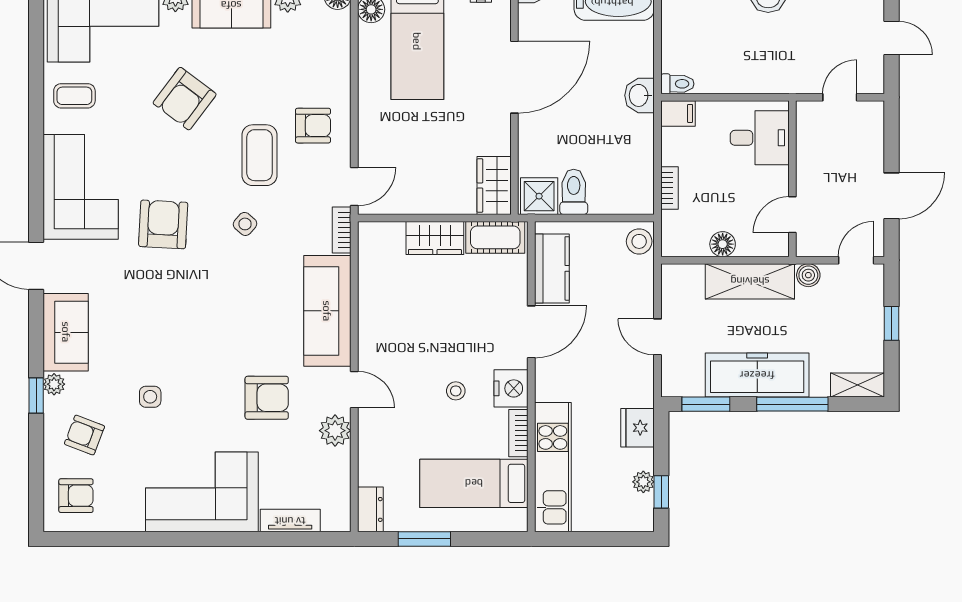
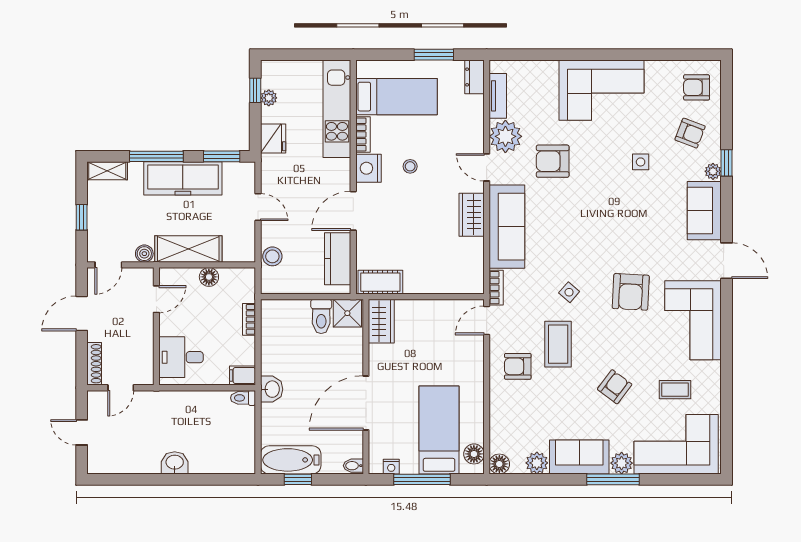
coffee table: (74, 96) -> (675, 390), moved
armchair: (185, 99) -> (615, 387), width x0.72, depth x0.72
shoe rack: (875, 129) -> (94, 364), added
wardrobe: (435, 238) -> (472, 215), moved, turned -90
stool: (639, 241) -> (272, 256), moved
plant: (335, 431) -> (505, 136), width x1.36, depth x1.36
tv unit: (290, 521) -> (498, 96), moved, turned -90

